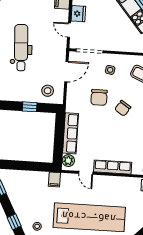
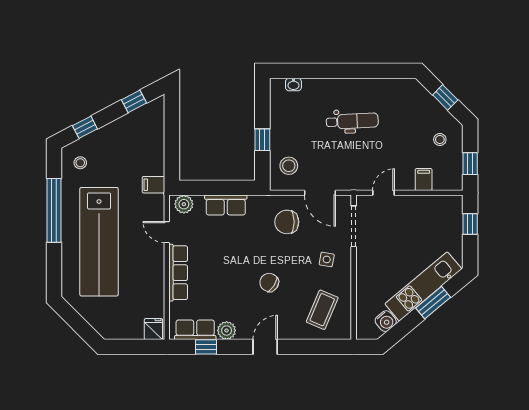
fridge: (78, 14) -> (410, 205), removed
dental chair: (21, 48) -> (352, 121), width x0.73, depth x0.72
chair: (99, 97) -> (287, 222), moved
row of seats: (71, 133) -> (226, 205), width x0.68
door: (86, 173) -> (167, 232), hinge flipped

